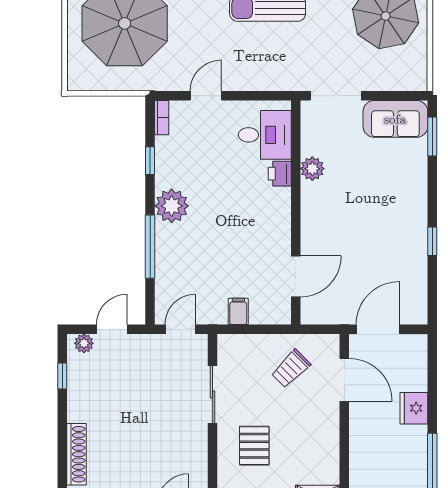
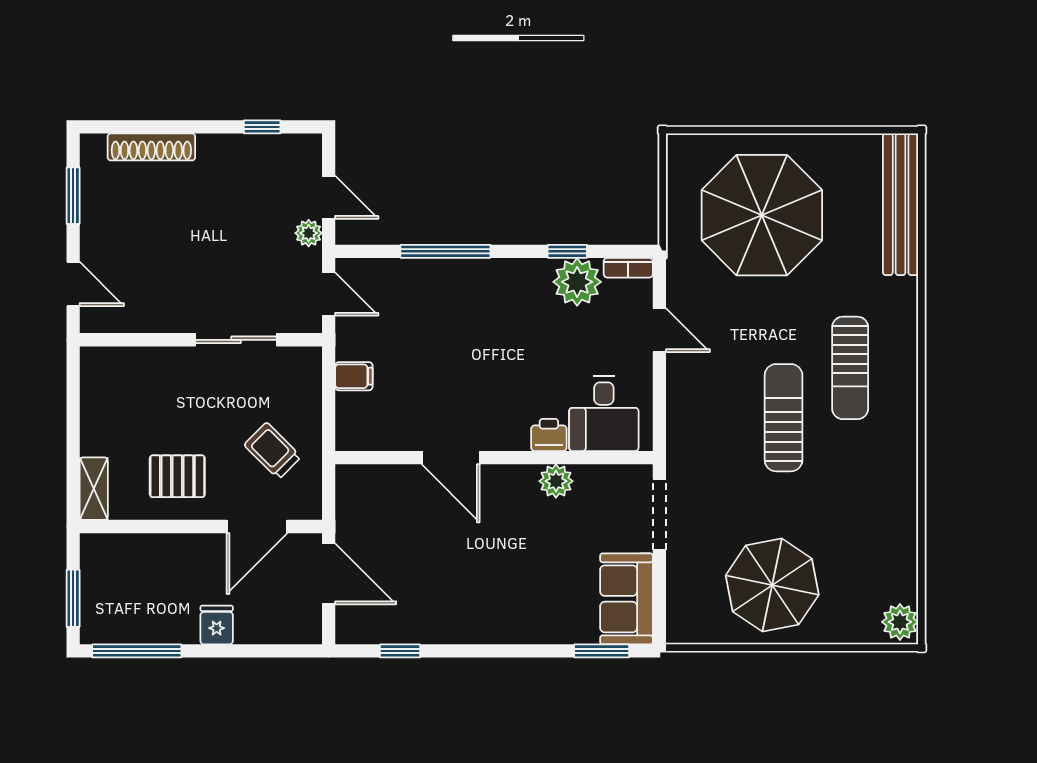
plant: (172, 206) -> (577, 282), moved
window: (432, 241) -> (400, 651), moved
door: (296, 276) -> (451, 458), moved
plant: (84, 343) -> (309, 233), moved
fridge: (414, 408) -> (217, 625), width x0.72
pallet: (254, 446) -> (177, 476), moved

